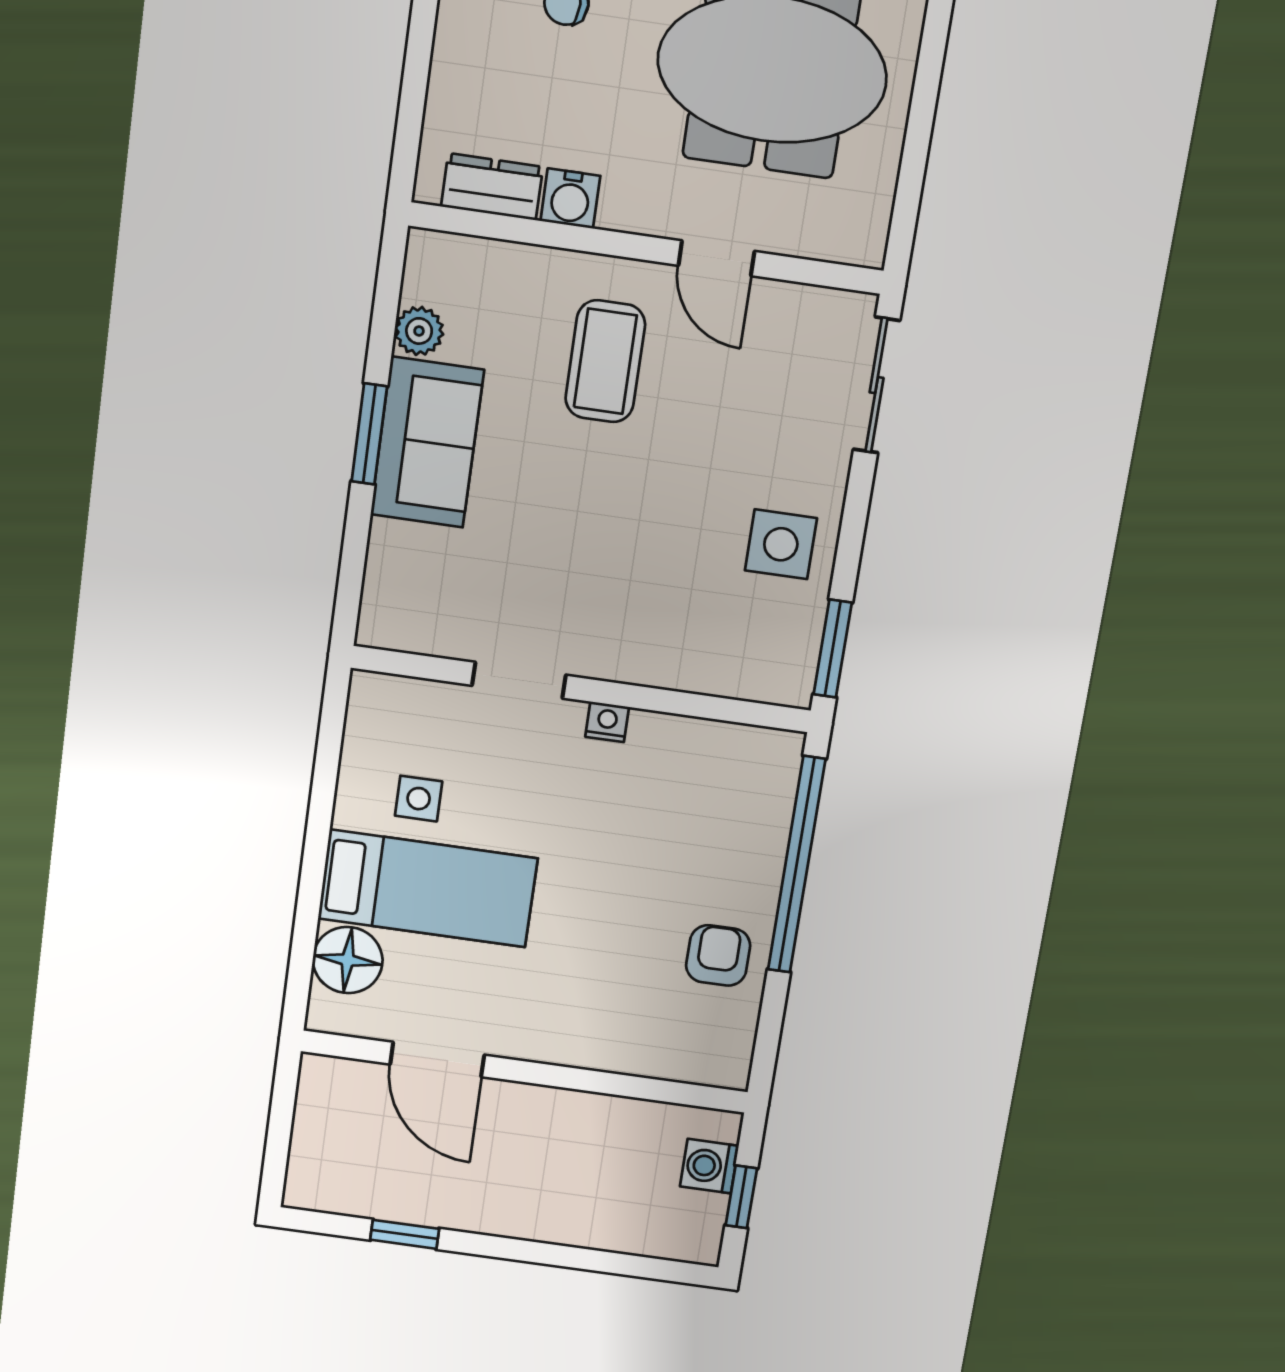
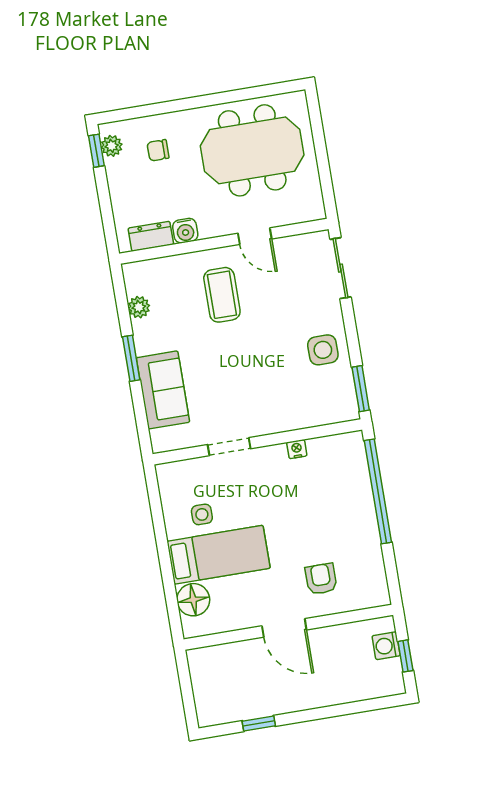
sofa: (427, 442) -> (163, 390), moved
nightstand: (607, 722) -> (297, 449), moved
armchair: (718, 955) -> (321, 579), moved
door: (437, 1060) -> (284, 628), moved

